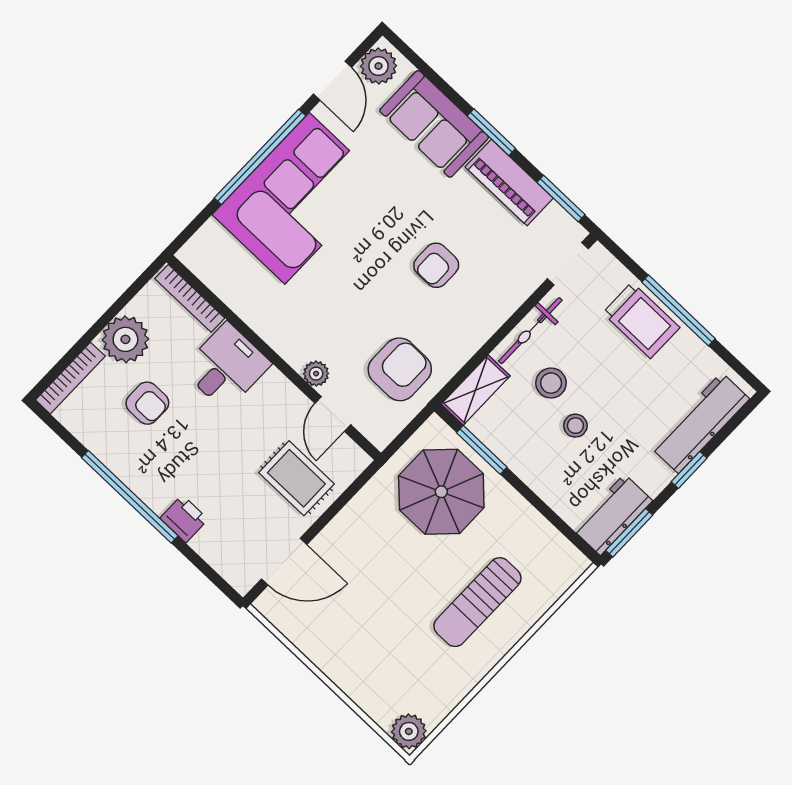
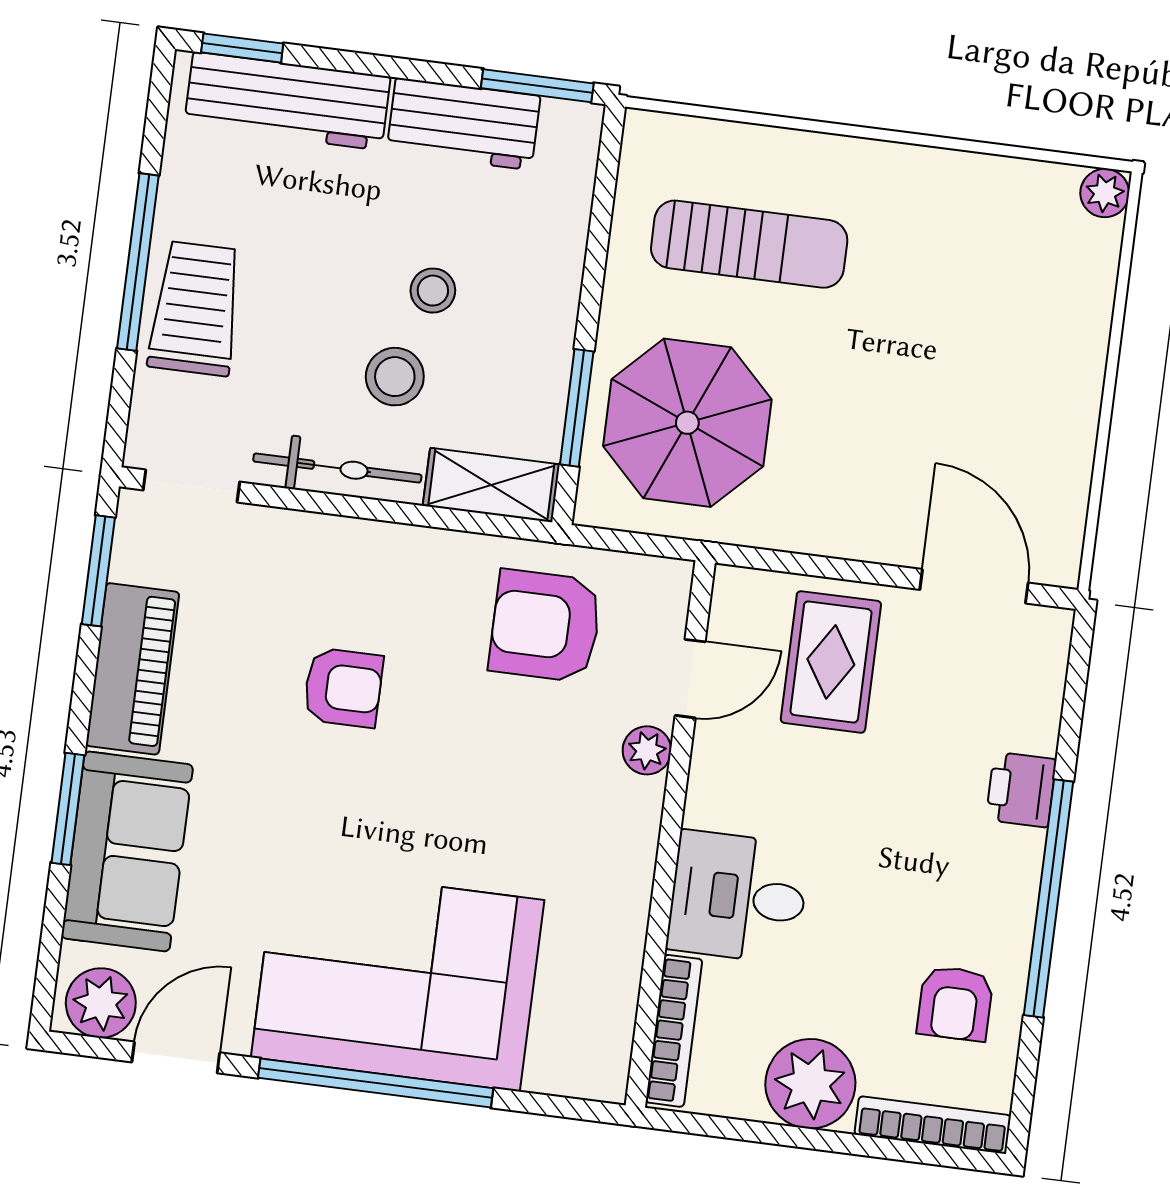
window: (491, 132) -> (68, 809), moved
armchair: (147, 403) -> (955, 1003), moved, turned 180
window: (689, 470) -> (242, 48), moved
workbench: (612, 515) -> (463, 124), moved
sun lounger: (477, 602) -> (749, 244), moved
plant: (409, 731) -> (1105, 193), width x0.73, depth x0.73

